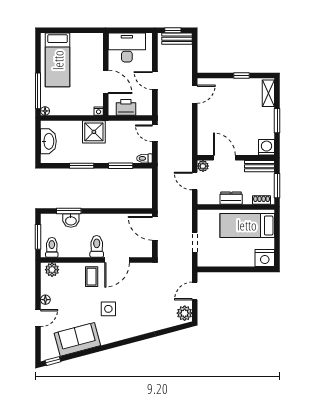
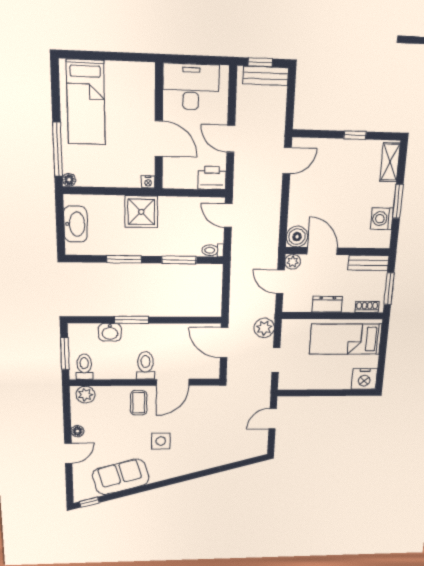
printer: (126, 107) -> (212, 178), moved
washing machine: (266, 147) -> (382, 219), moved, turned -90
boiler: (205, 148) -> (297, 237), added
window: (69, 211) -> (131, 320), moved
plant: (185, 313) -> (264, 328), moved

